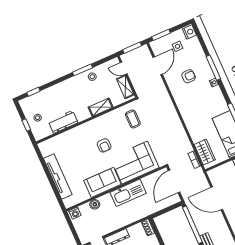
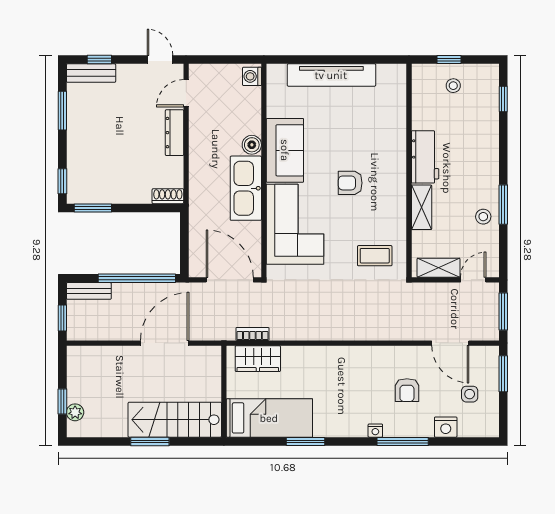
nightstand: (189, 32) -> (446, 427), moved
workbench: (63, 122) -> (425, 157), moved
boiler: (95, 204) -> (252, 145), moved

